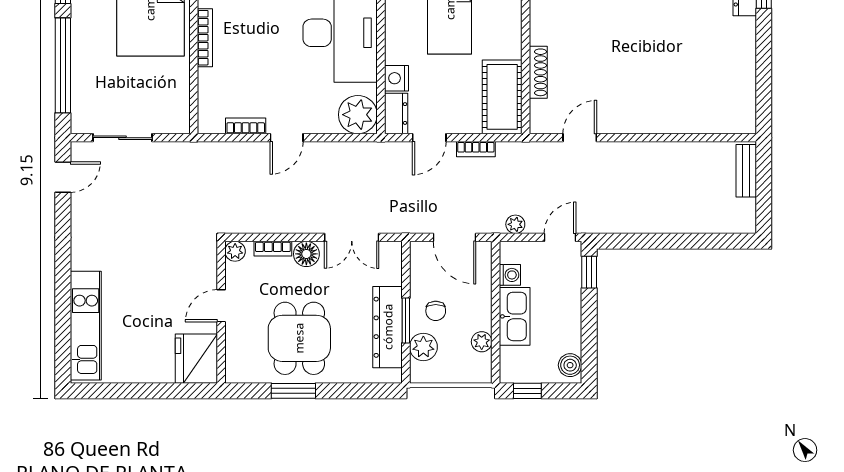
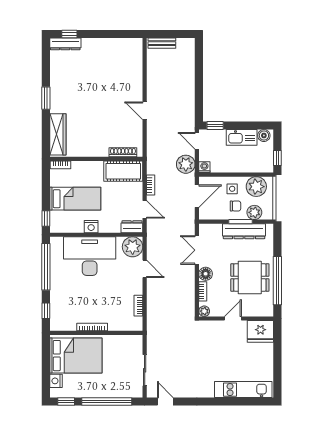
shoe rack: (538, 72) -> (123, 152), moved
nightstand: (396, 78) -> (91, 227), moved
door: (287, 138) -> (145, 269), moved
door: (580, 138) -> (145, 111), moved
plant: (515, 224) -> (186, 164), width x1.88, depth x1.88
double door: (352, 237) -> (197, 250), swing flipped
washing machine: (510, 275) -> (204, 167), moved
side table: (468, 305) -> (232, 189), added
door: (221, 306) -> (233, 318), swing flipped
kitchen sink: (515, 316) -> (242, 137), moved, turned 180
plant: (482, 342) -> (256, 187), width x1.88, depth x1.88
window: (293, 391) -> (277, 281), width x2.11

